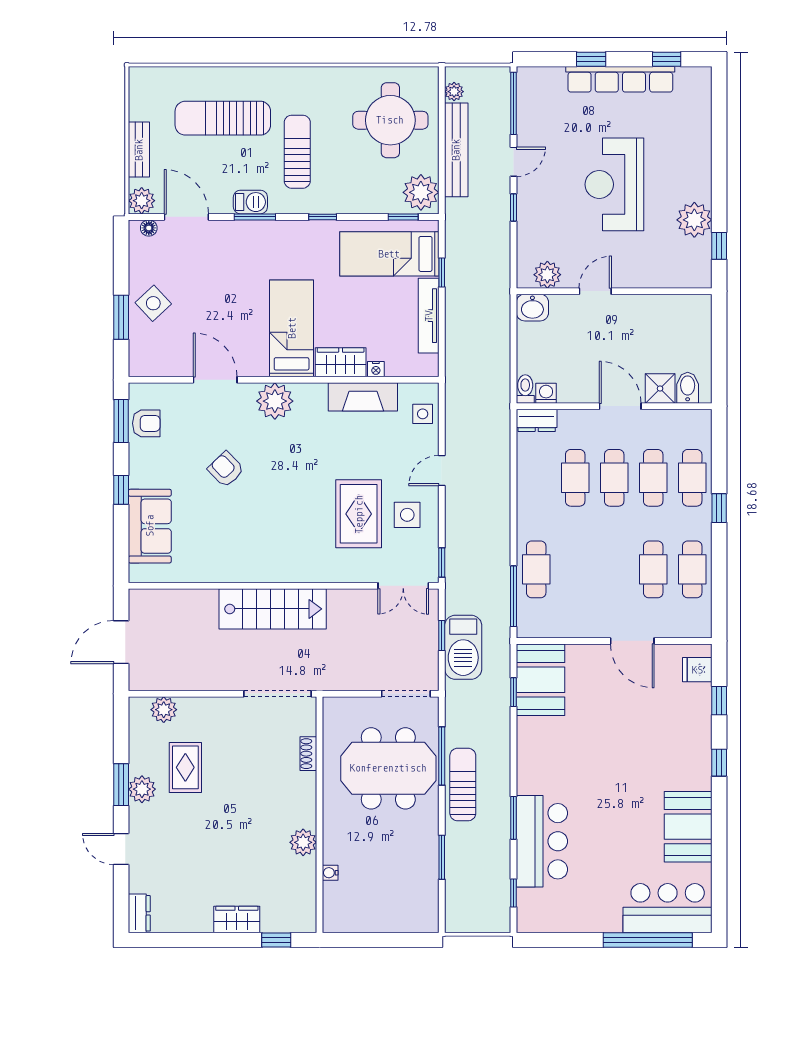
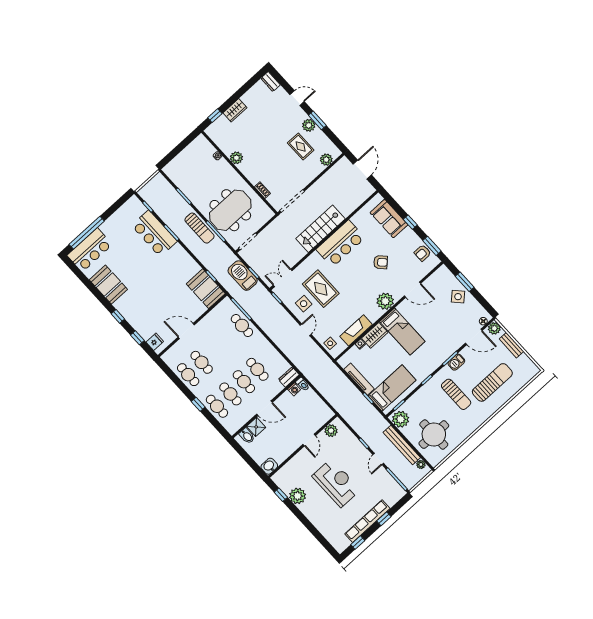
washbasin: (532, 308) -> (269, 466), moved
bar counter: (262, 556) -> (341, 244), added

